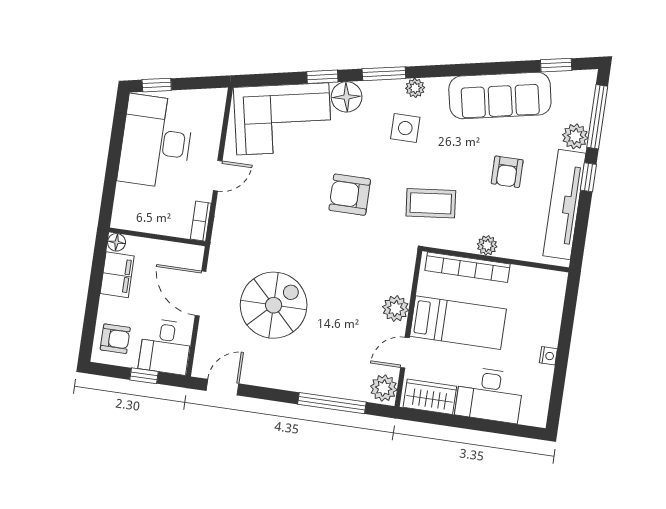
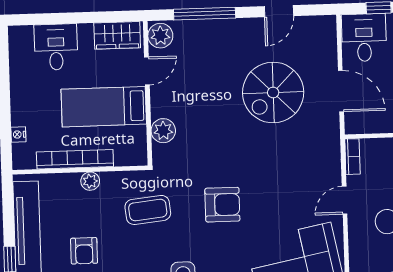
armchair: (507, 172) -> (84, 251), turned 180
bookcase: (468, 267) -> (75, 159), moved
plant: (396, 308) -> (163, 131), moved
nightstand: (548, 356) -> (18, 134), moved
door: (222, 387) -> (279, 11), moved
desk: (489, 395) -> (56, 47), width x0.73

